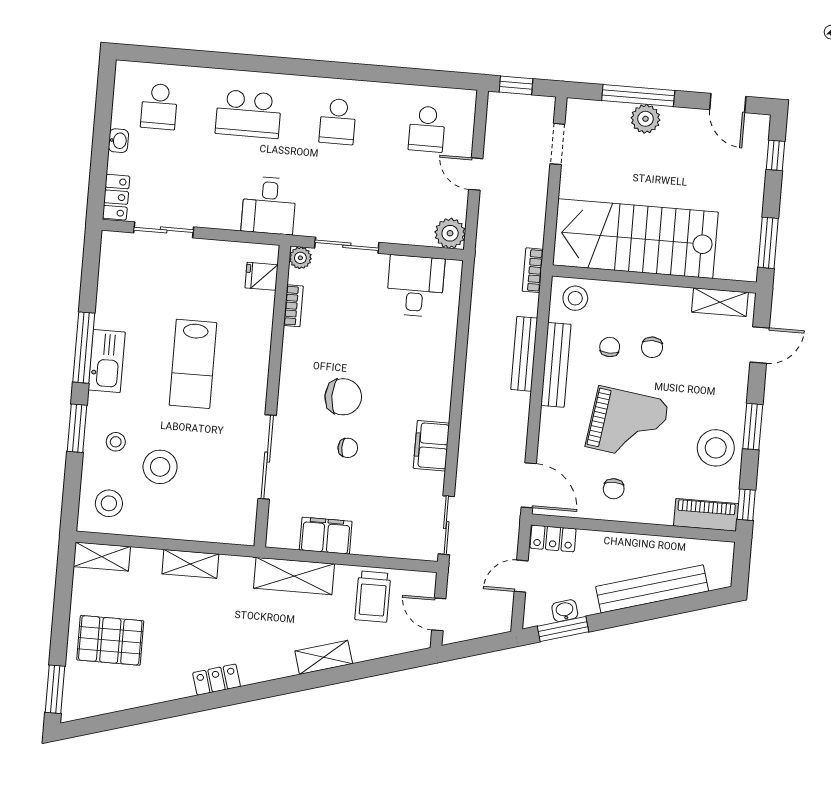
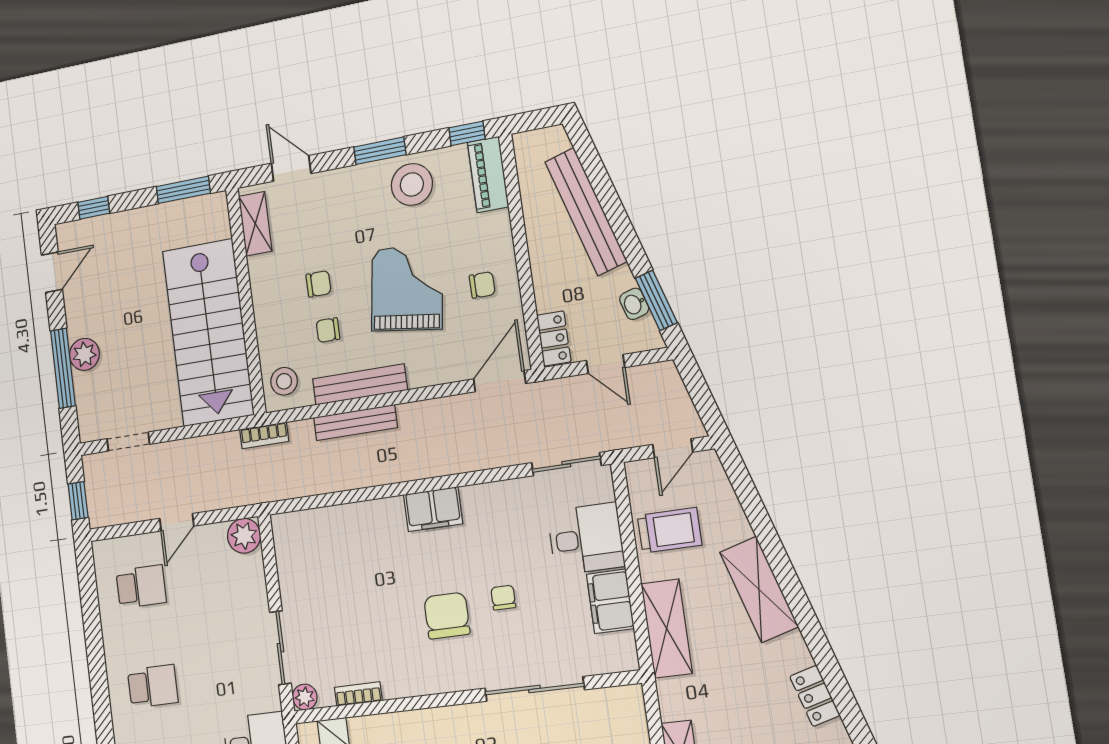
desk: (415, 286) -> (586, 539), moved, turned 180
filing cabinet: (431, 446) -> (433, 509), moved
shelving: (324, 657) -> (759, 589), width x1.50, depth x1.33

